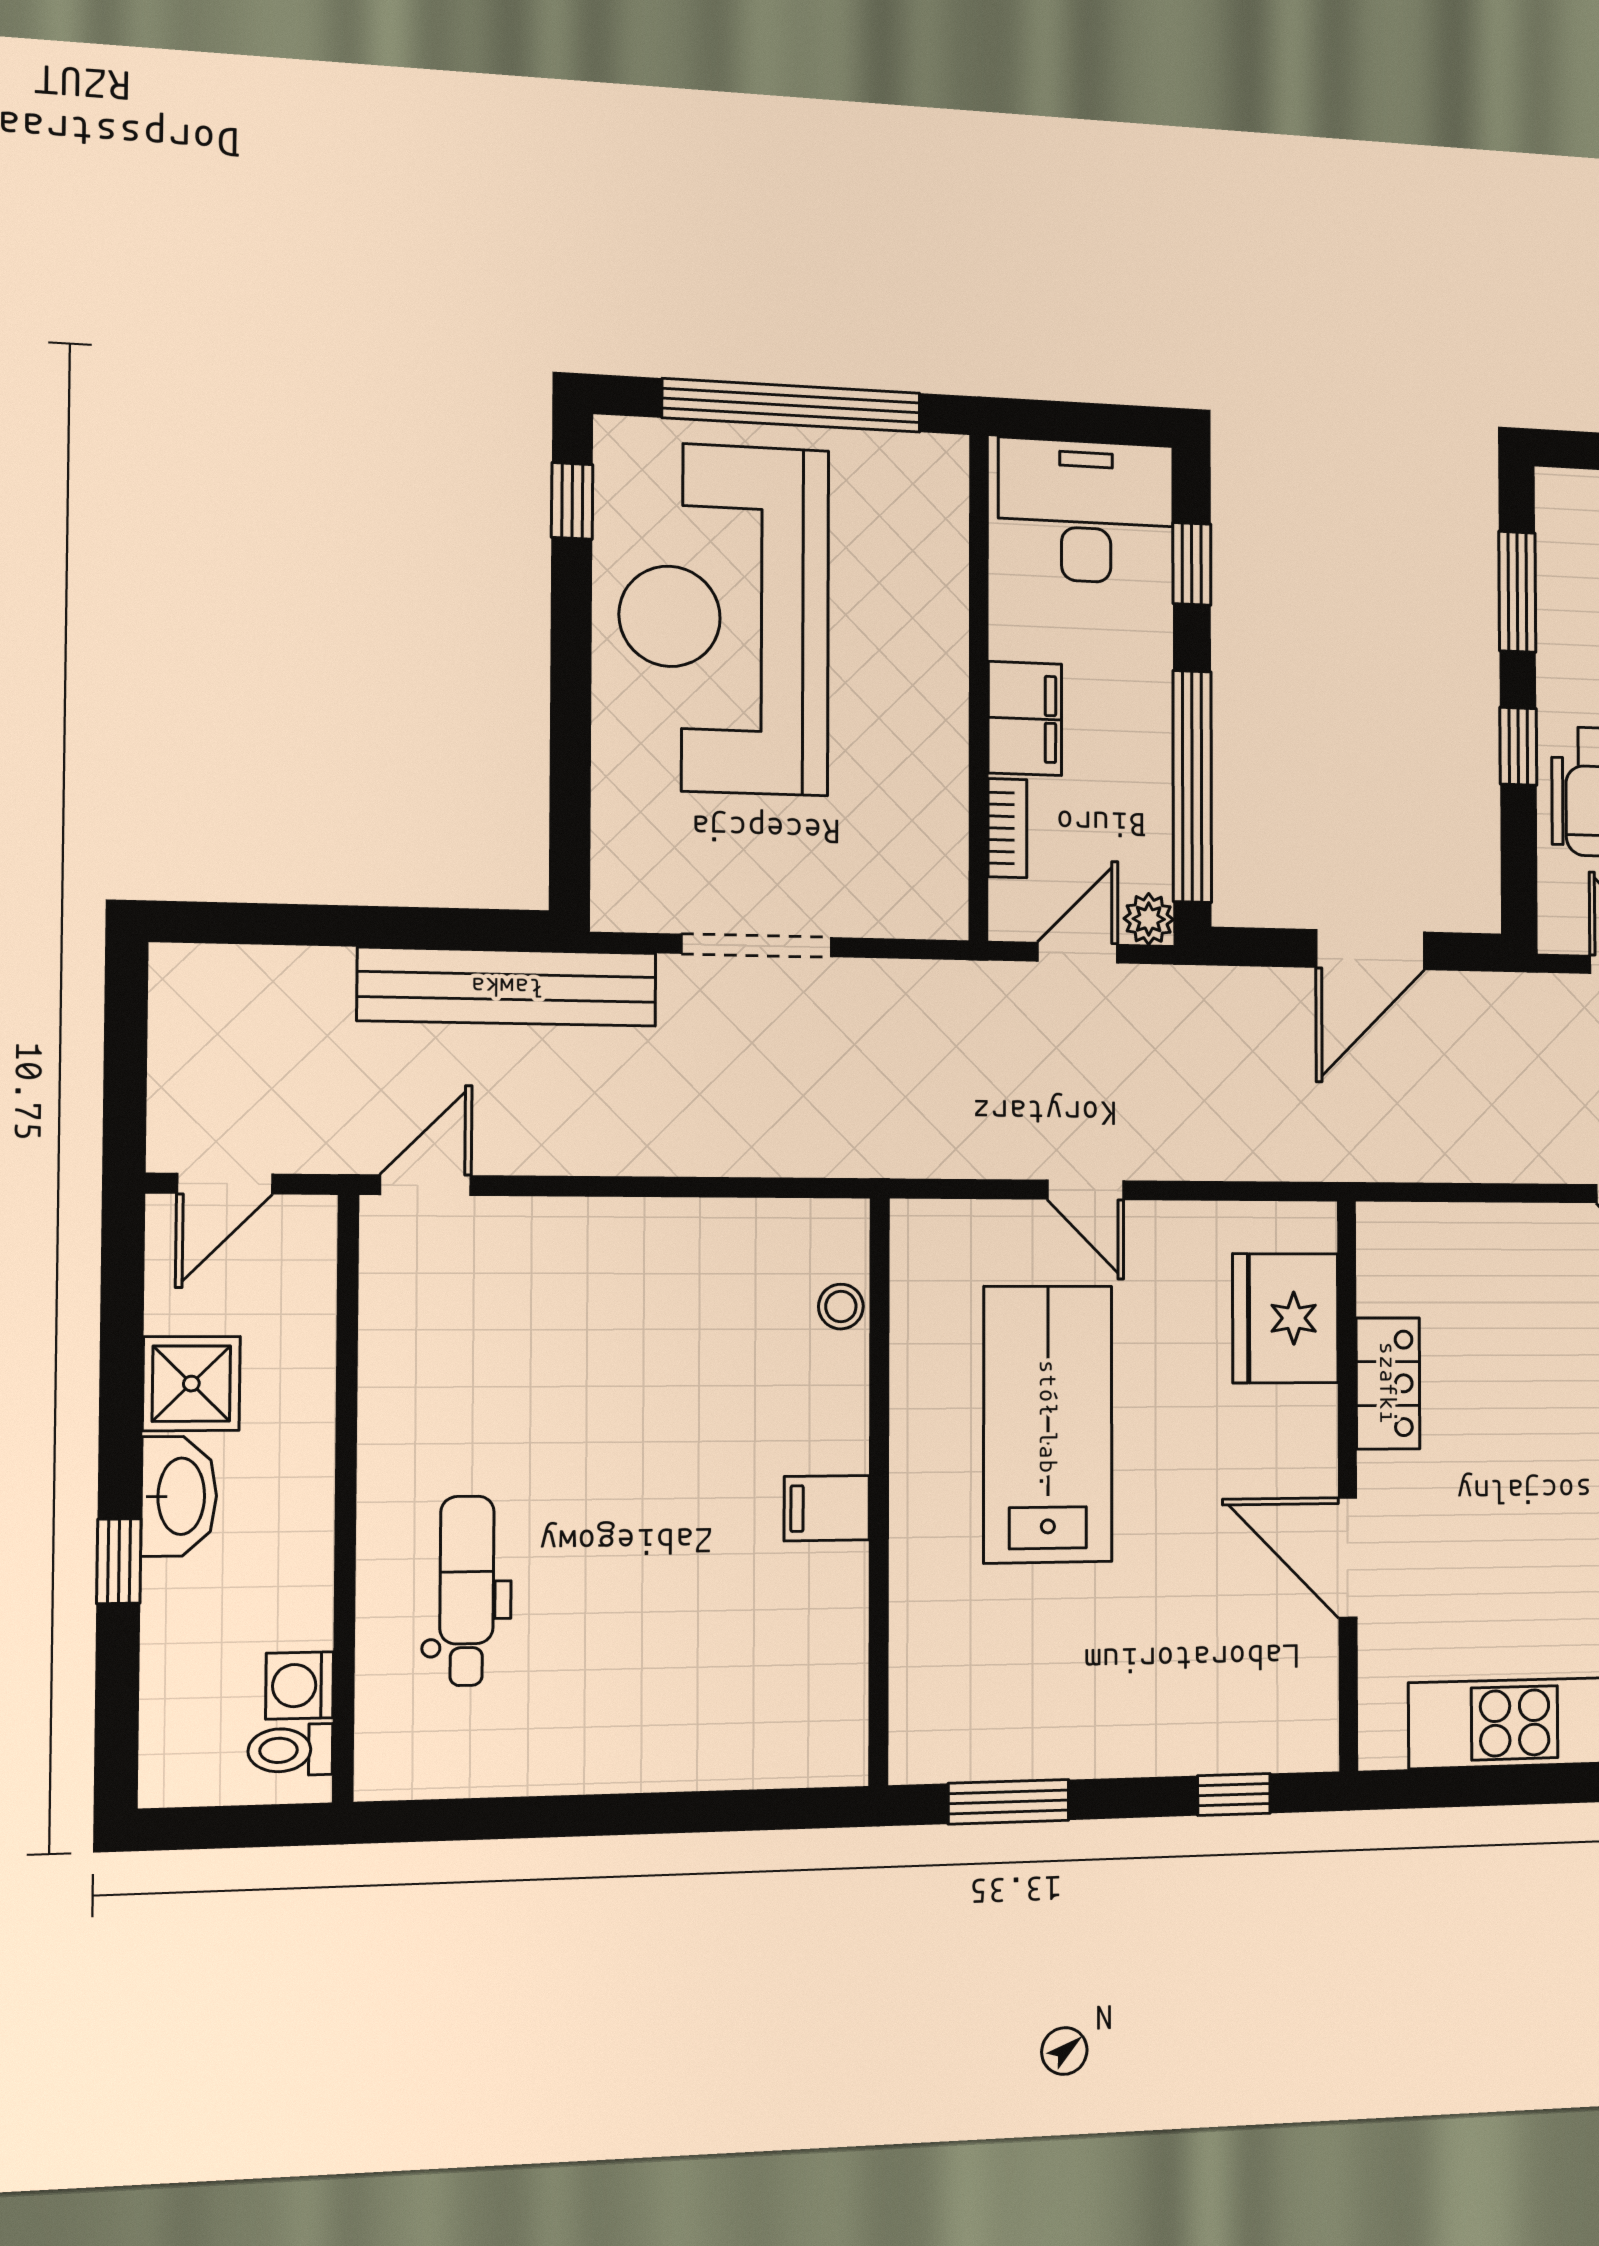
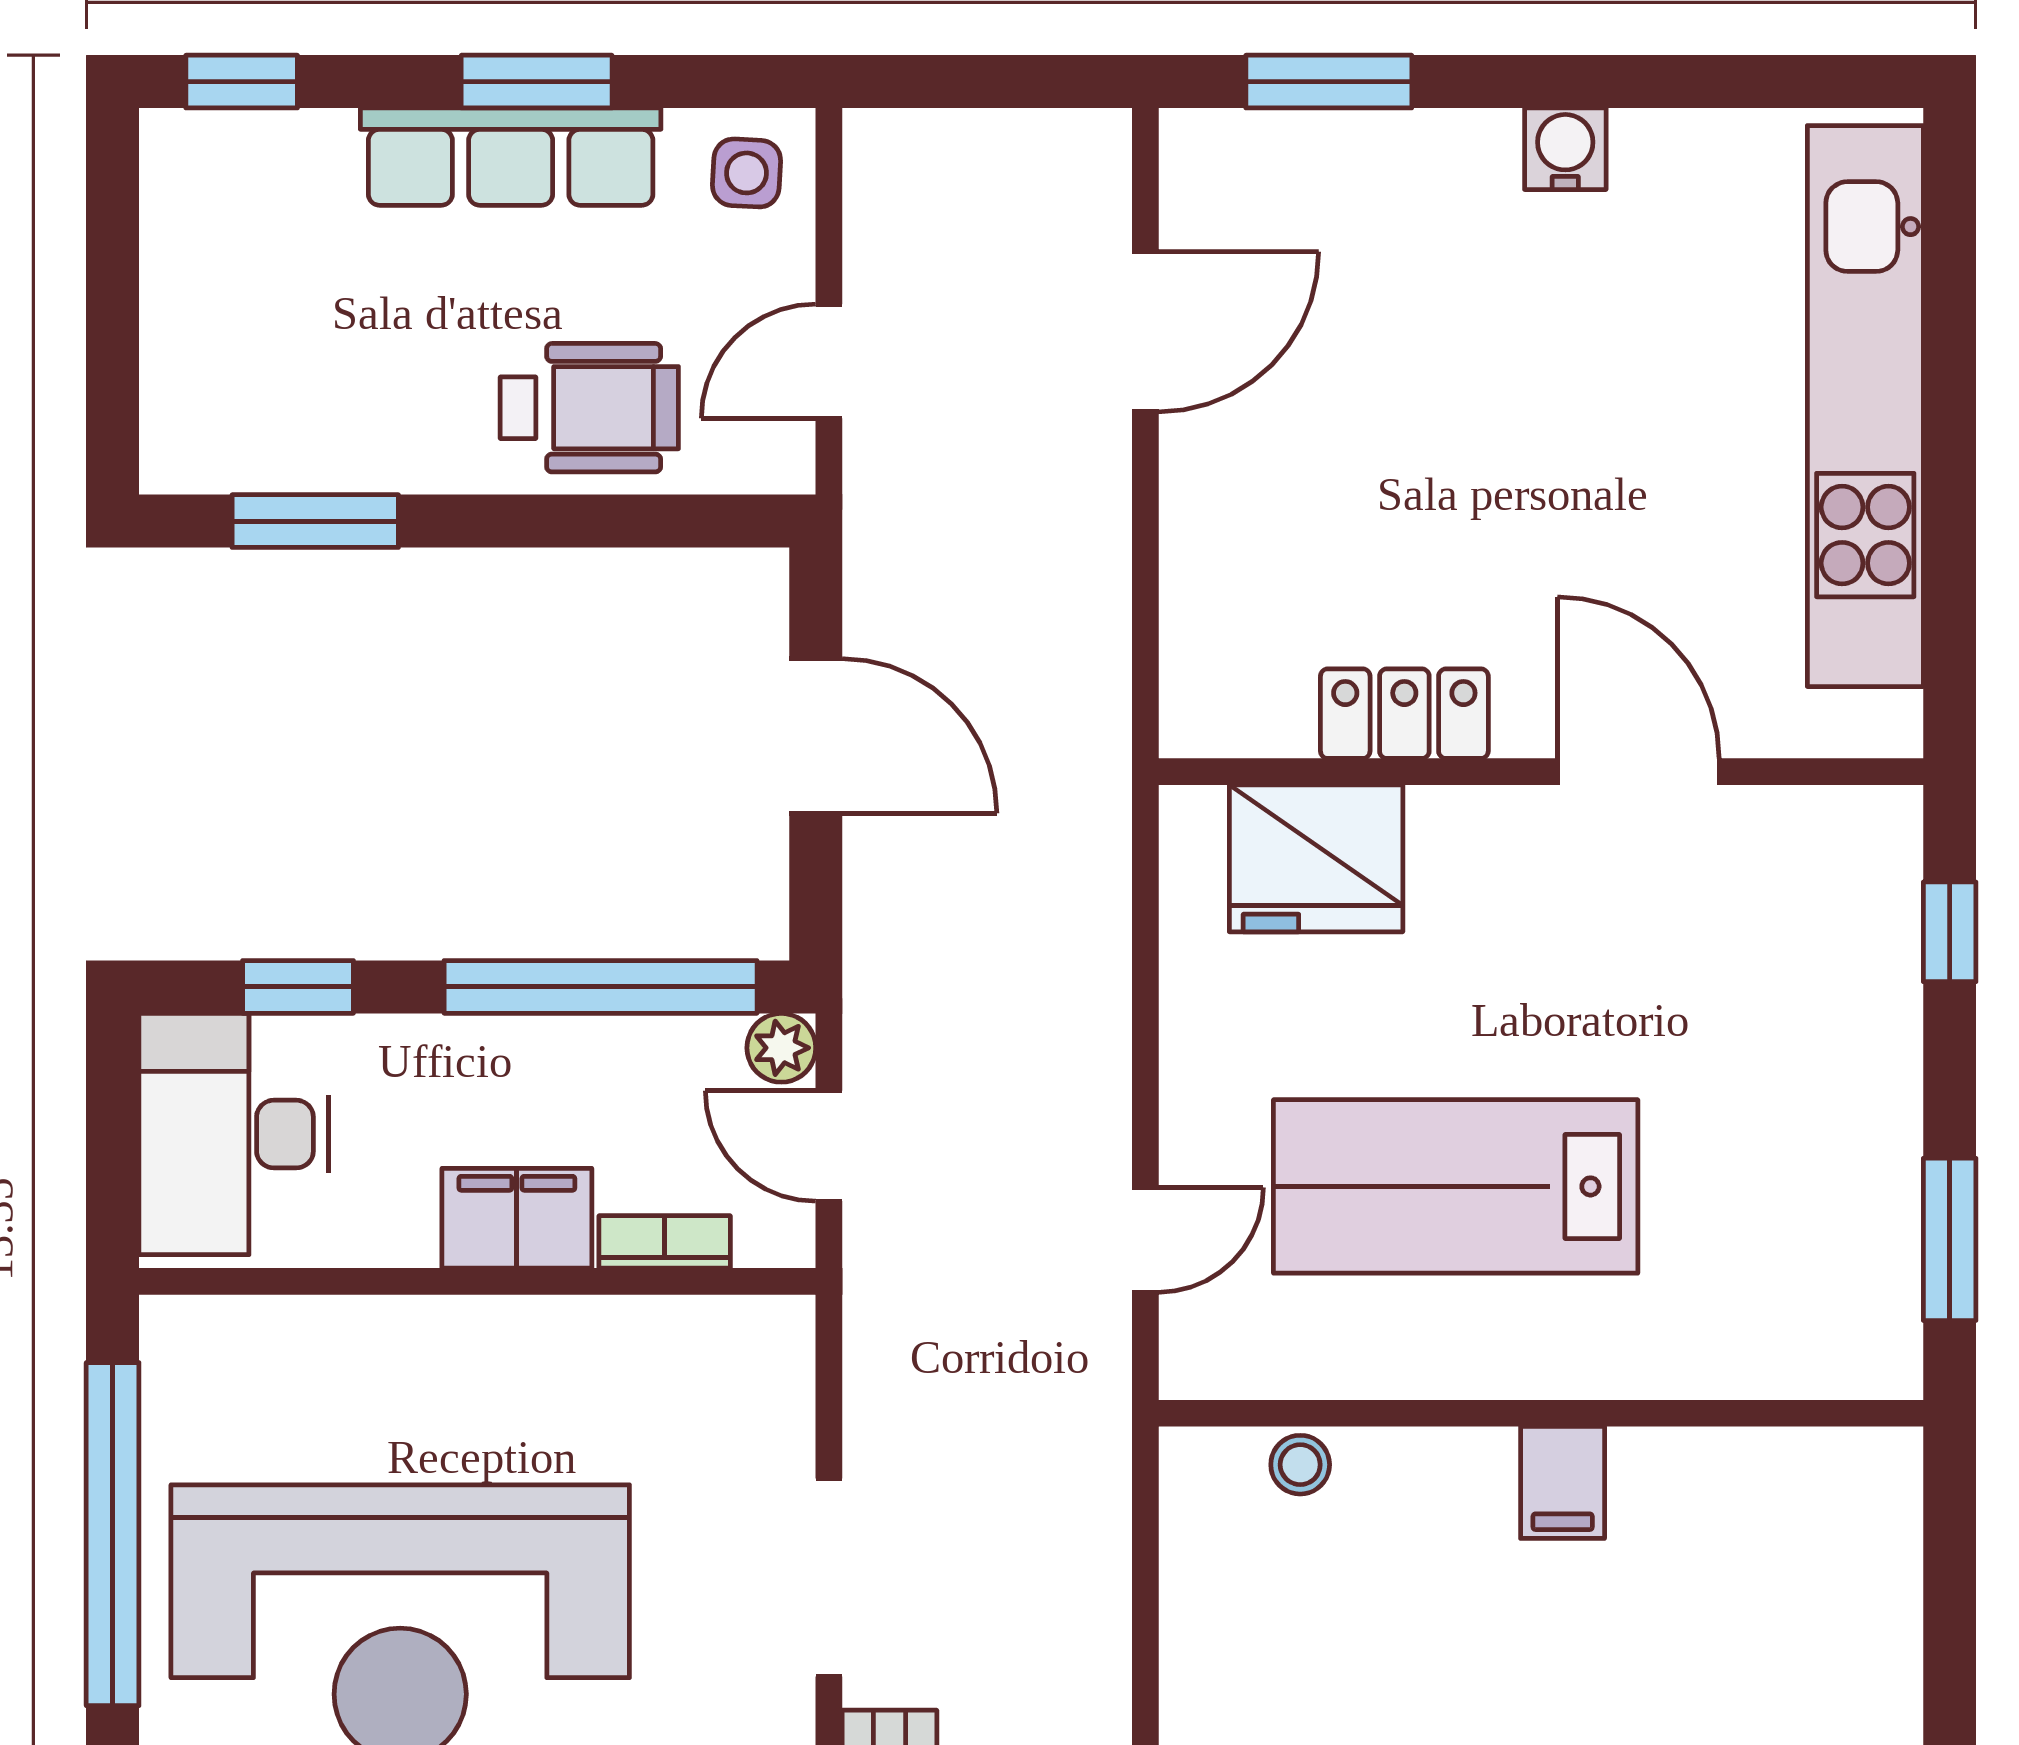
window: (1518, 746) -> (530, 521), removed
door: (1085, 1190) -> (1145, 1240), moved
door: (1348, 1558) -> (1638, 772), swing flipped

